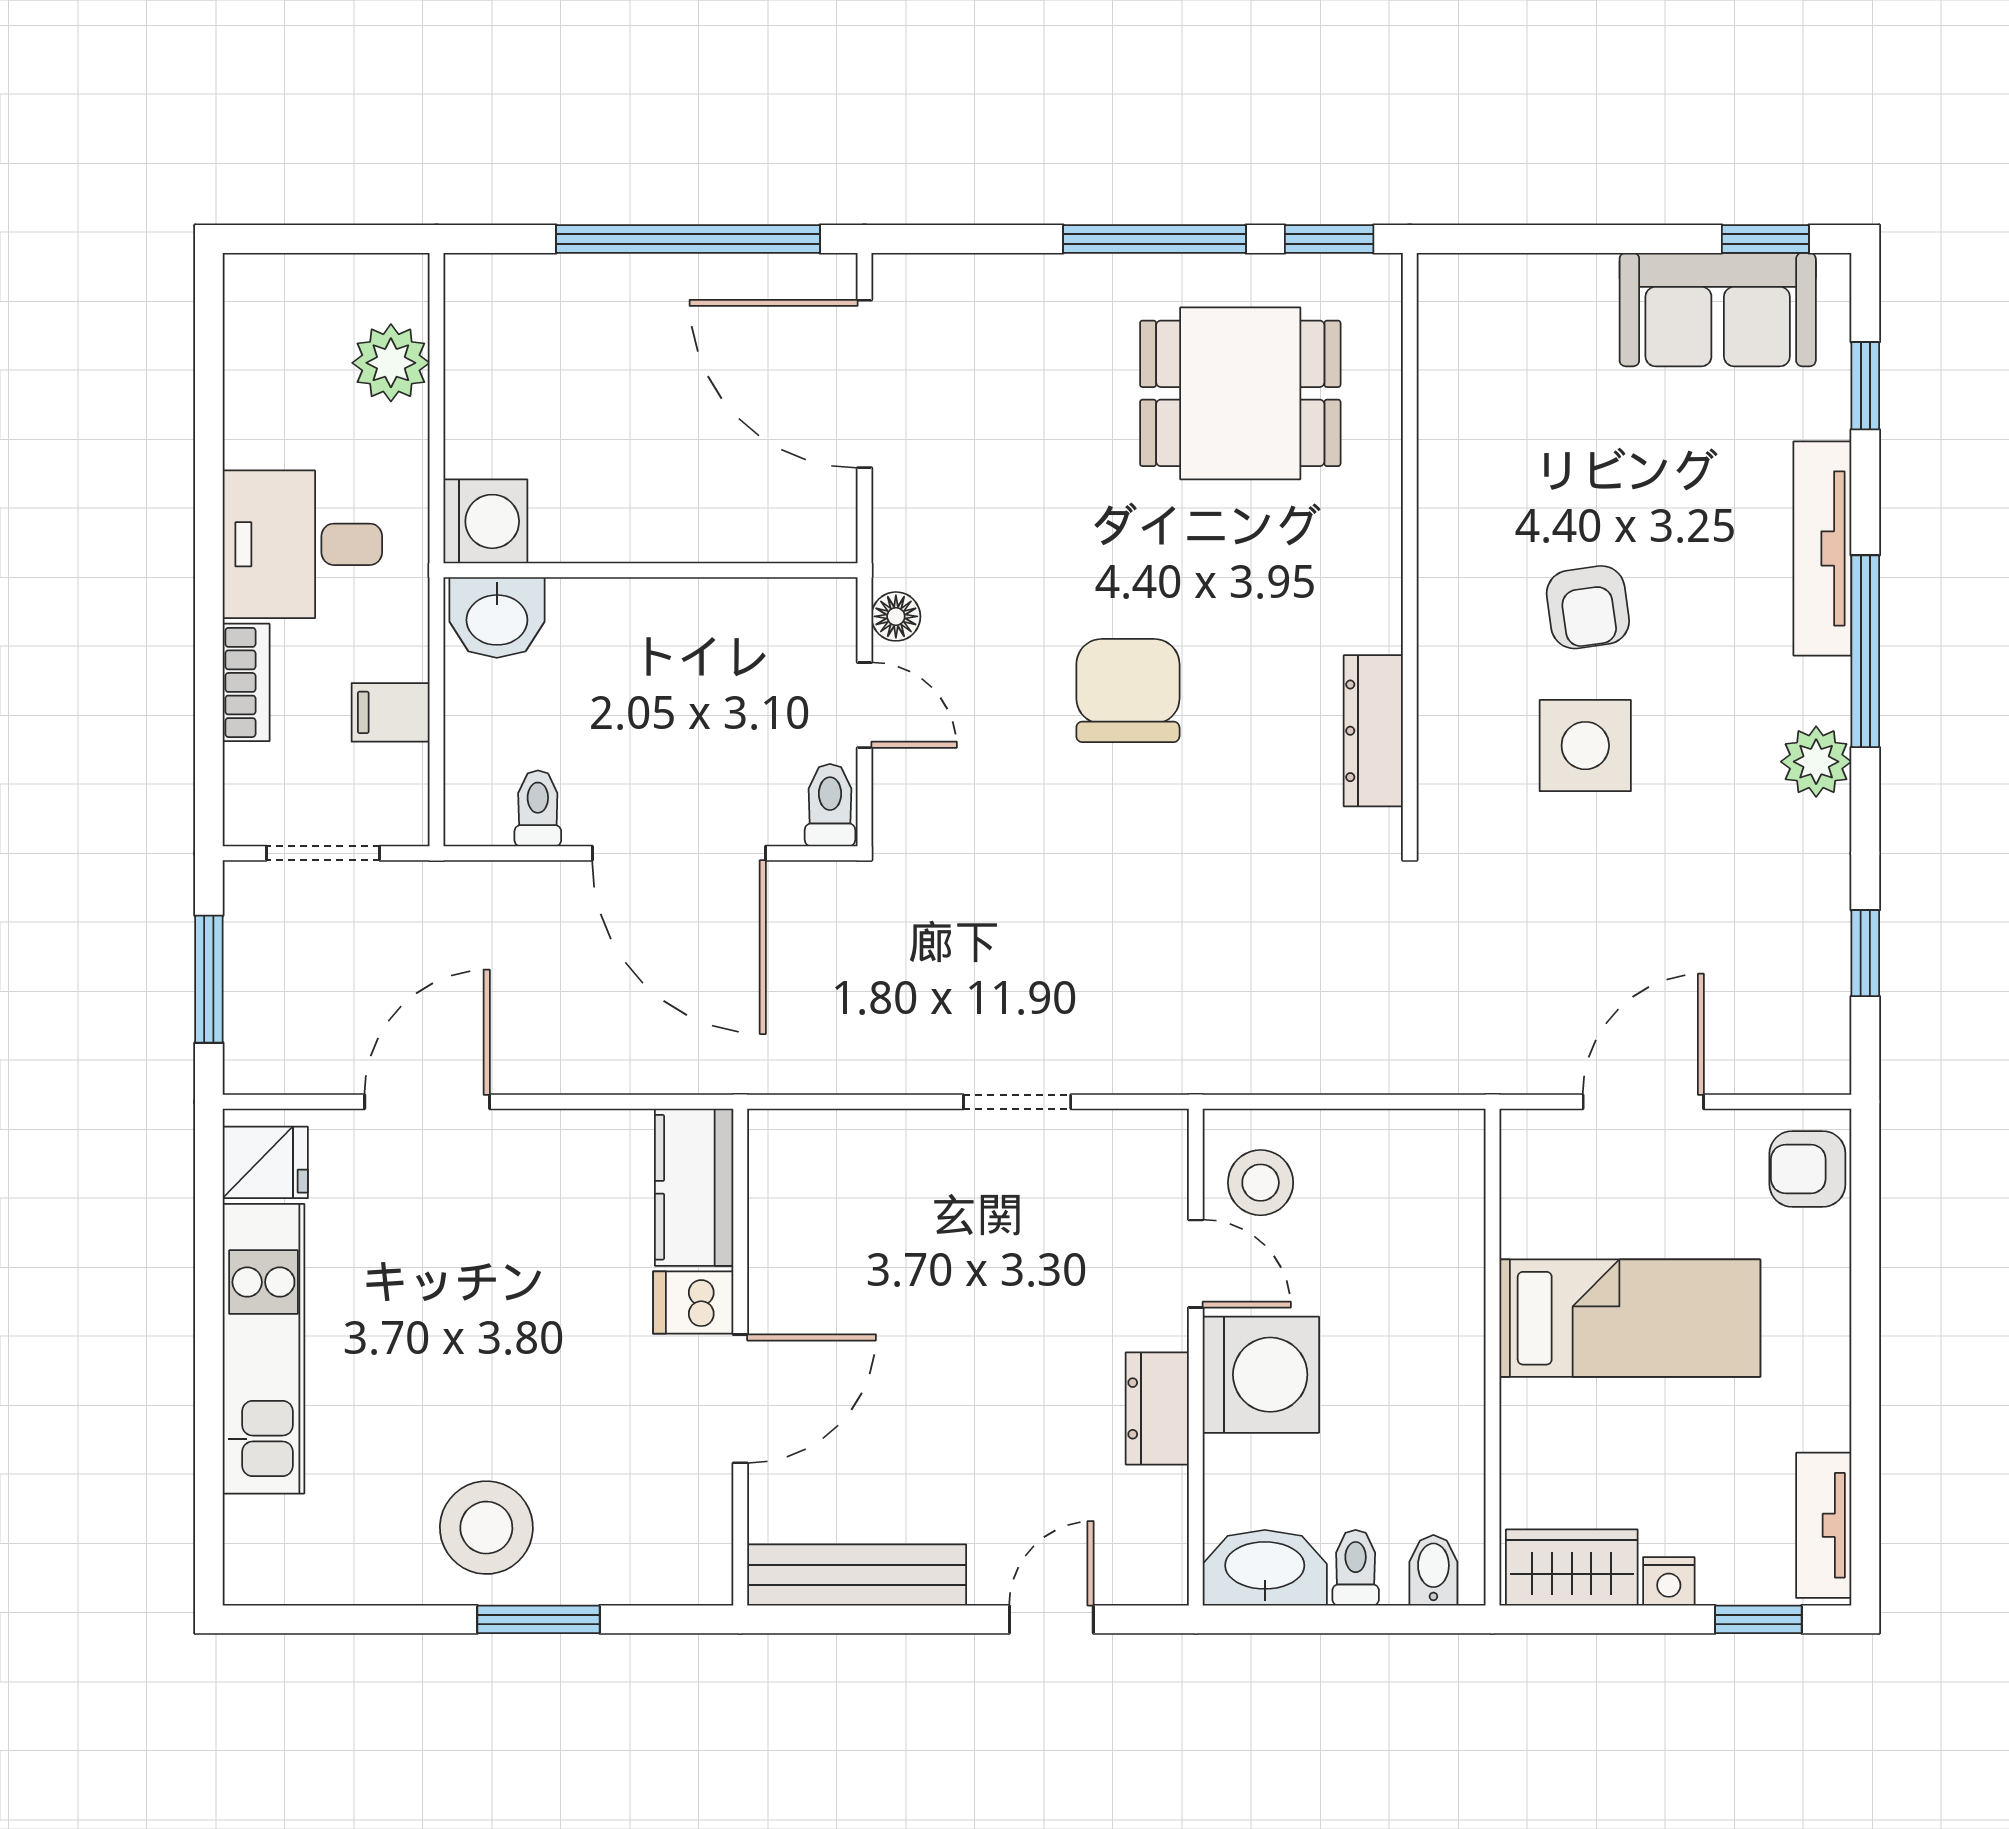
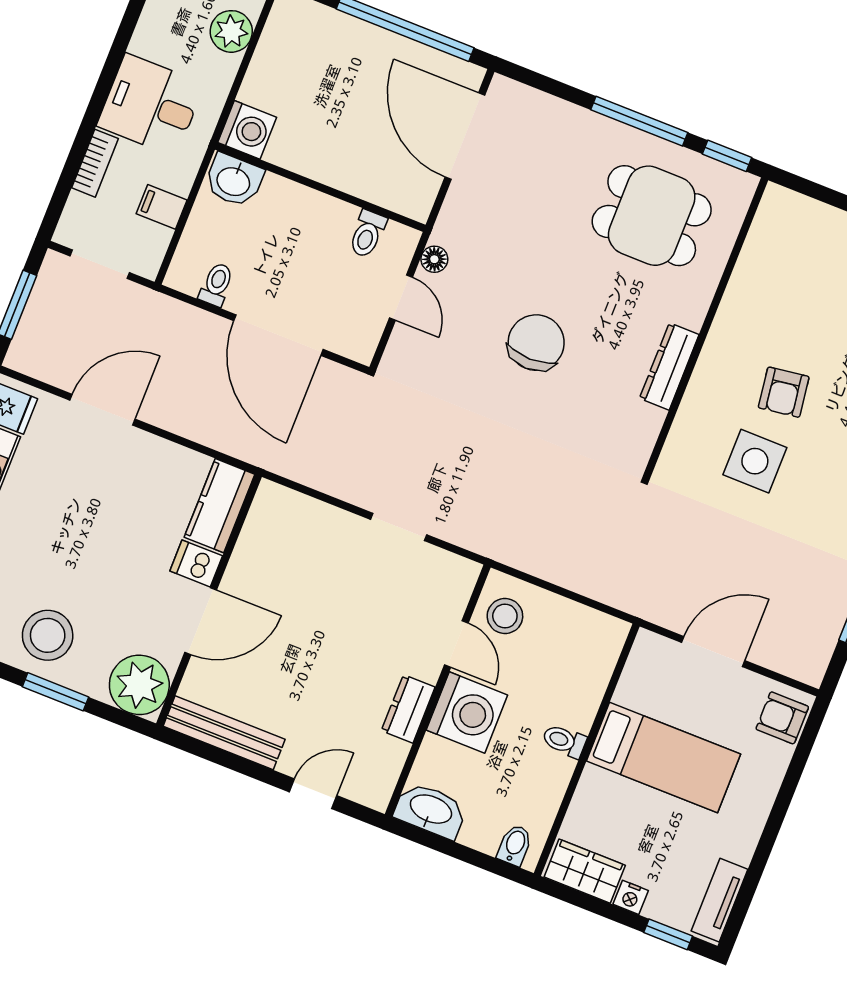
dresser: (1373, 731) -> (669, 366), moved
toilet: (830, 805) -> (367, 234), moved, turned 180
plant: (678, 1550) -> (139, 685), added
toilet: (1356, 1568) -> (564, 741), moved, turned -90

